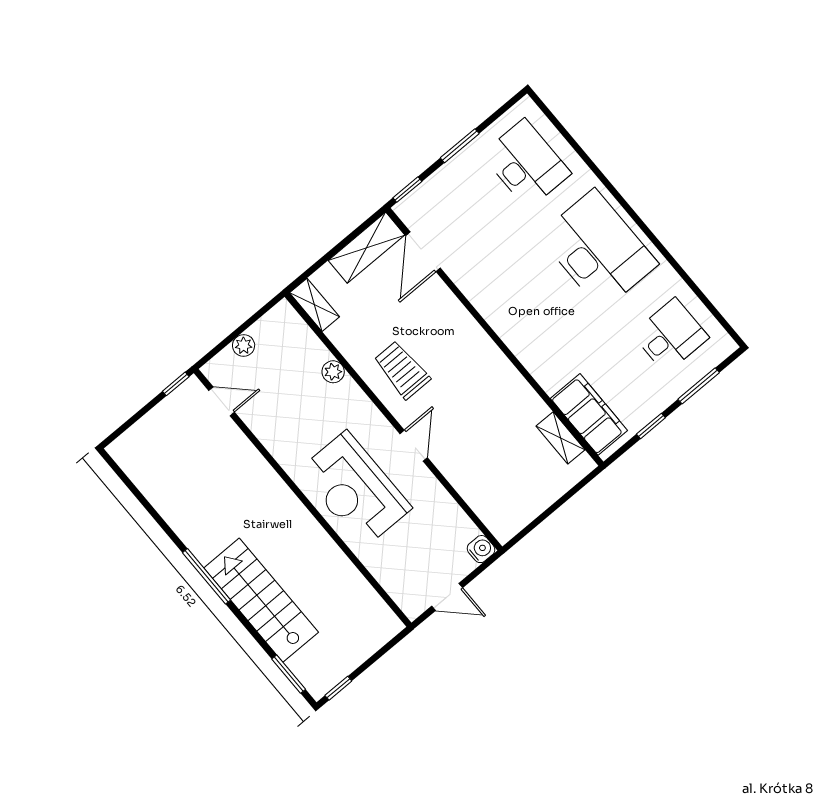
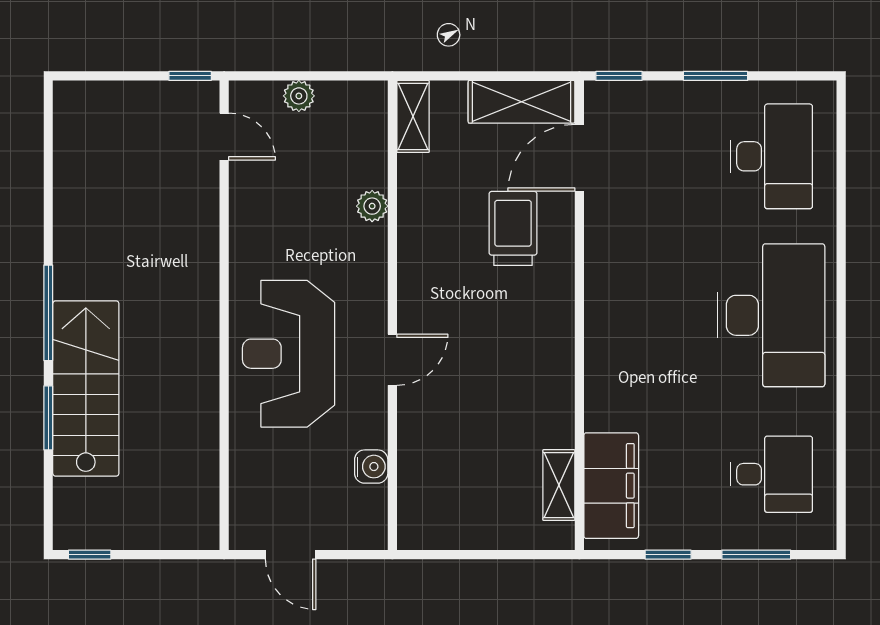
trolley: (402, 370) -> (513, 228), moved
water cooler: (481, 549) -> (371, 467), moved
window: (289, 674) -> (48, 418), moved

